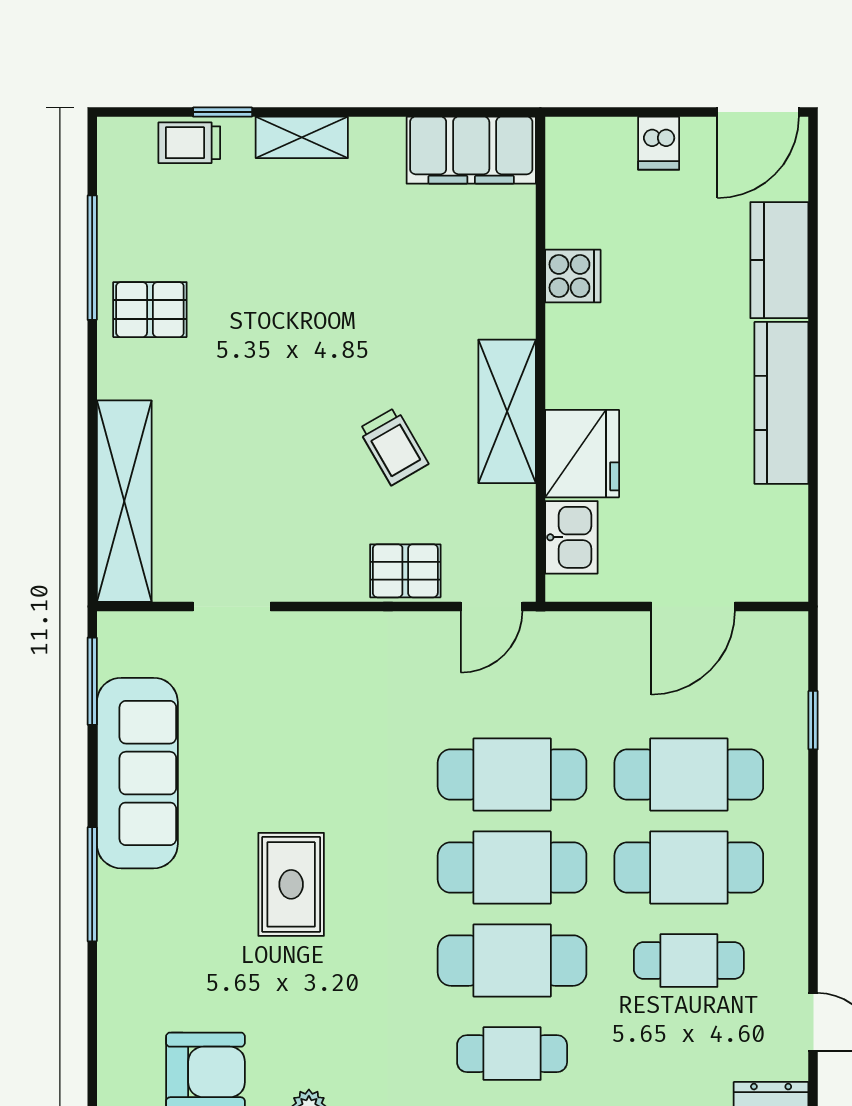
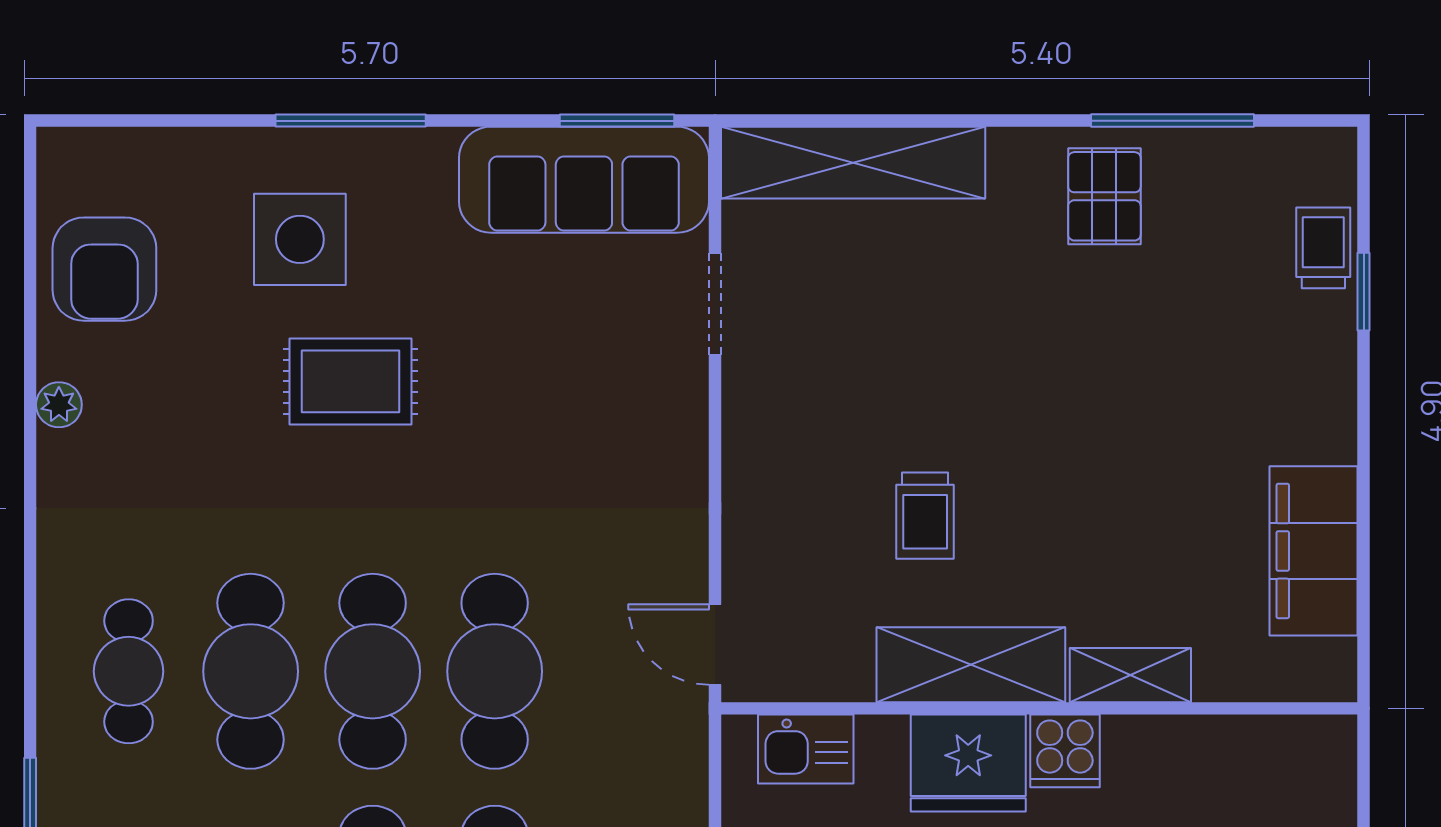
shelving: (302, 137) -> (1130, 675), moved, turned 90
filing cabinet: (471, 150) -> (1314, 551), moved
cooker: (573, 276) -> (1065, 751), moved
trolley: (393, 446) -> (925, 516), turned -60
fridge: (582, 454) -> (968, 763), moved
pallet: (405, 571) -> (762, 531), removed
sofa: (137, 773) -> (584, 180), moved
side table: (183, 923) -> (300, 239), added

